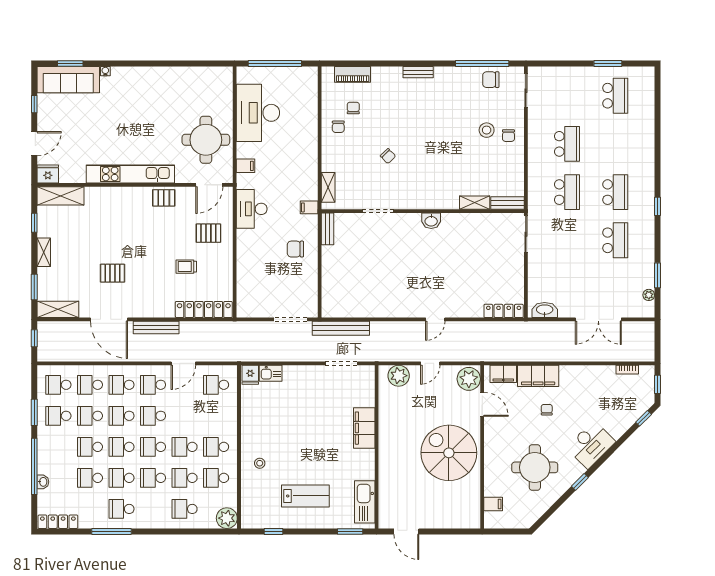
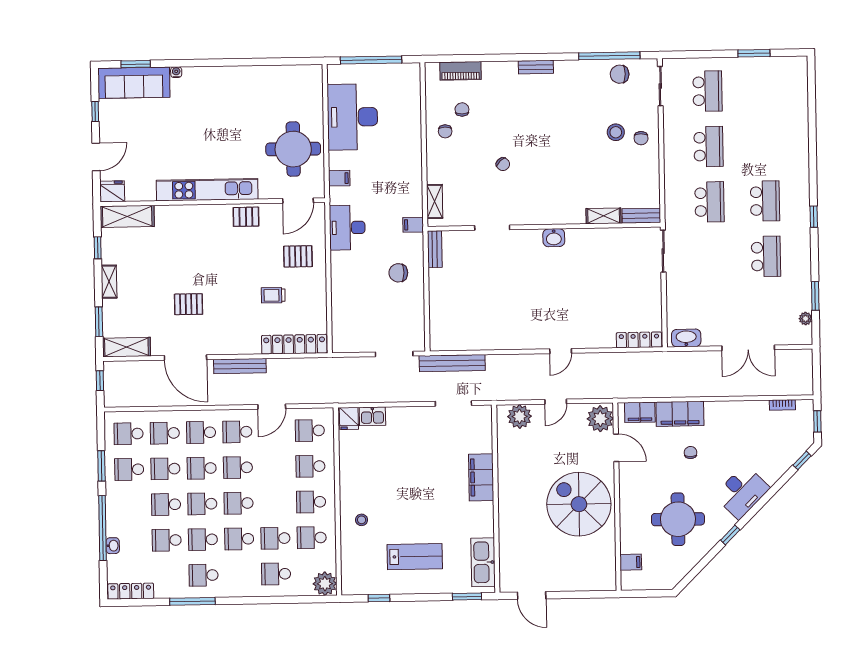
school desk: (615, 96) -> (708, 91), moved
school desk: (185, 447) -> (310, 466), moved

